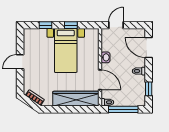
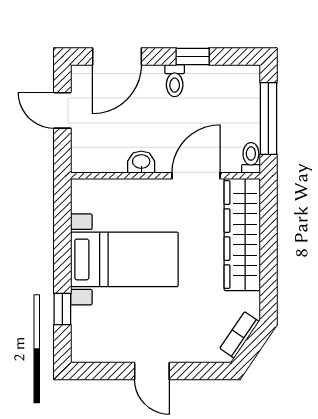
window: (71, 25) -> (62, 247), removed
door: (116, 25) -> (62, 110), moved
window: (149, 89) -> (193, 56), moved

